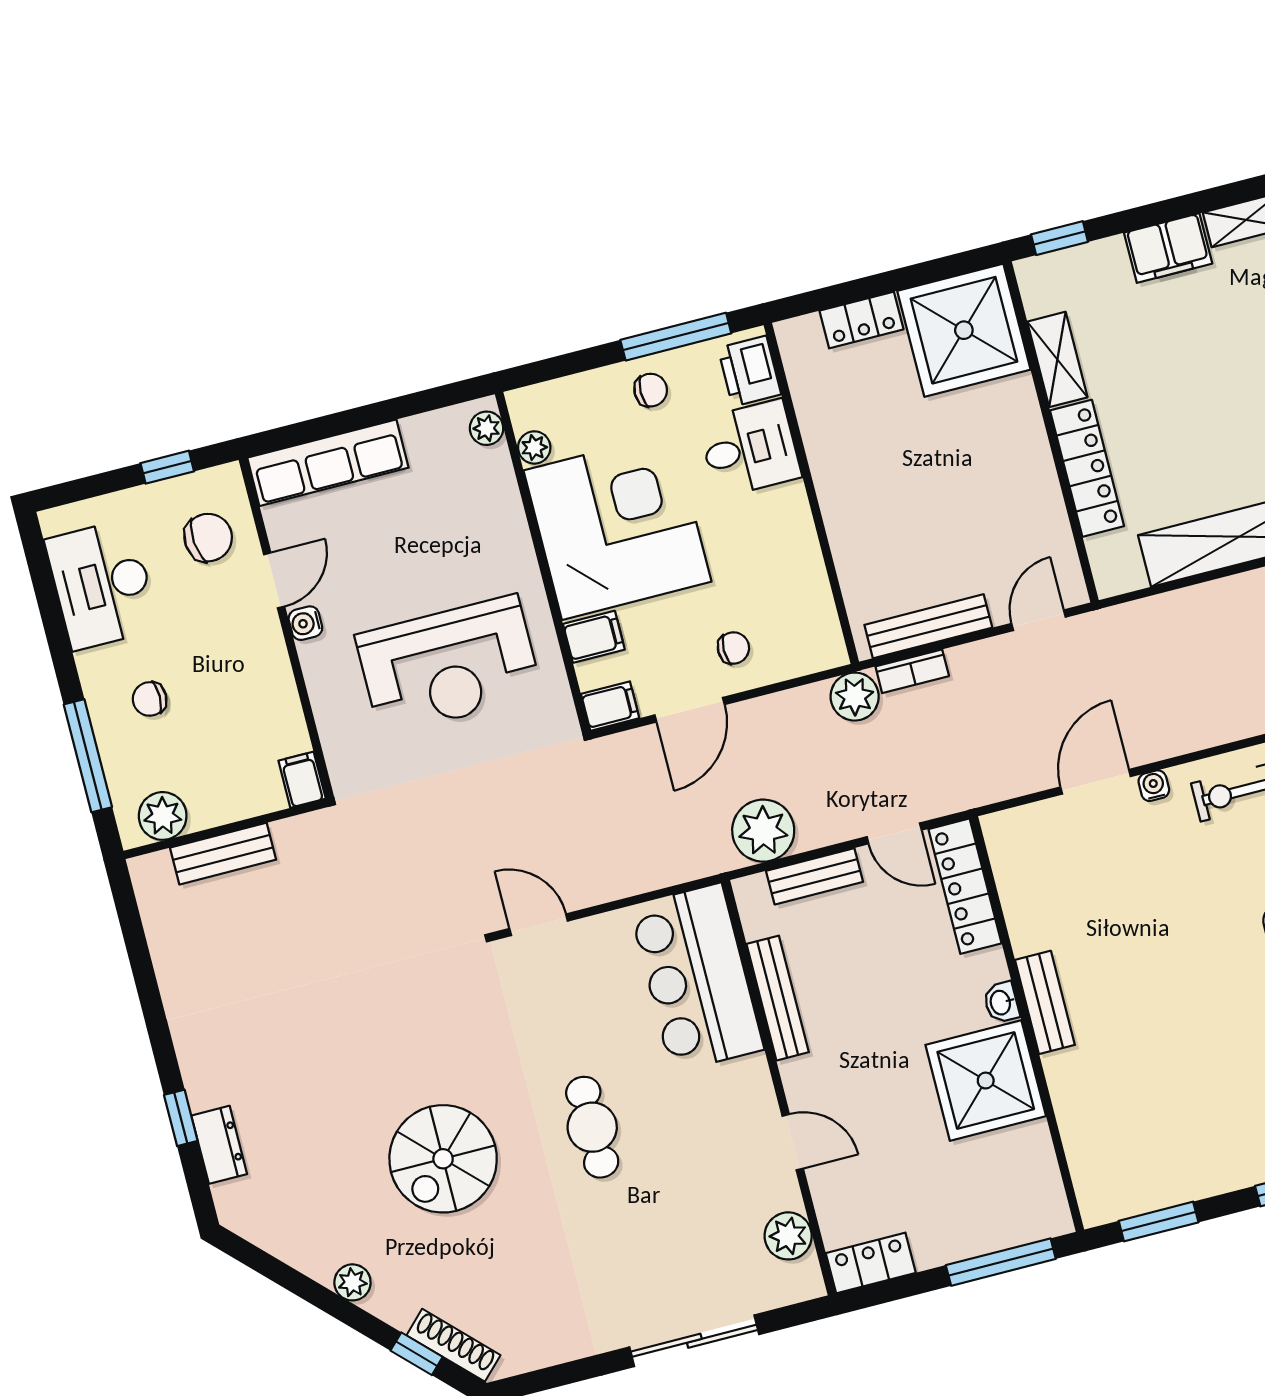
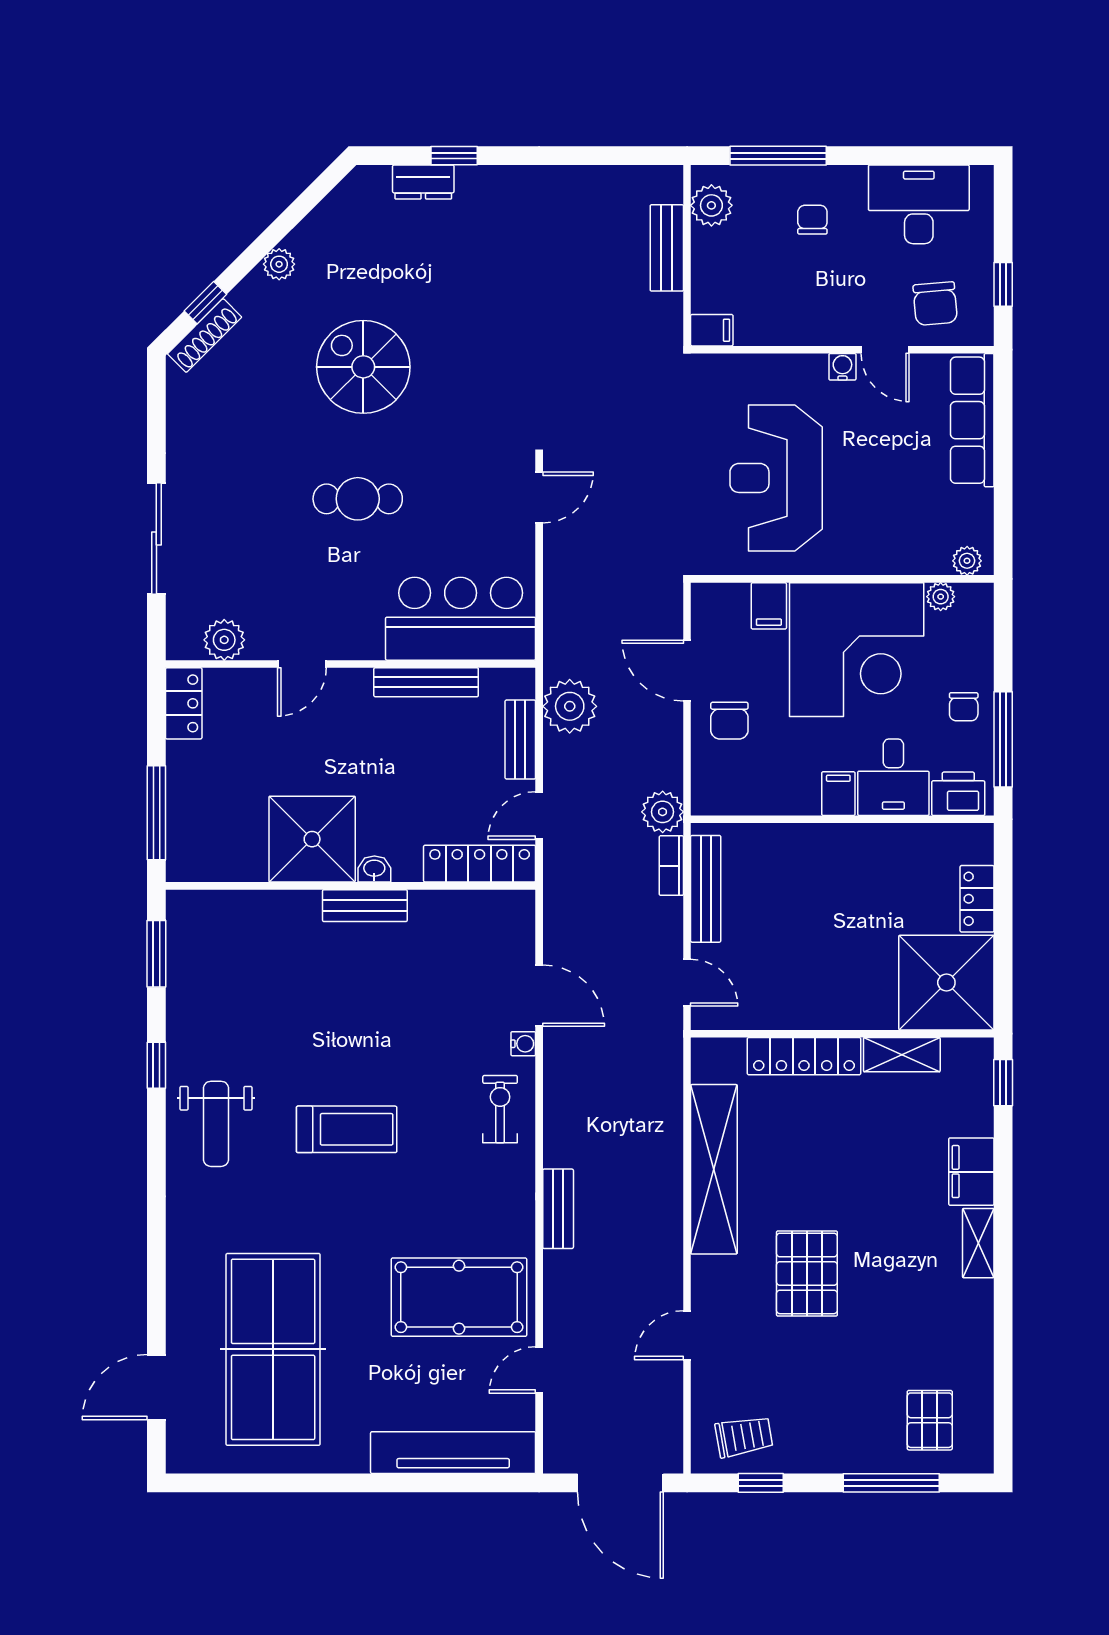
chair: (733, 648) -> (729, 721), width x1.37, depth x1.37
filing cabinet: (610, 706) -> (838, 794), moved, turned 180

